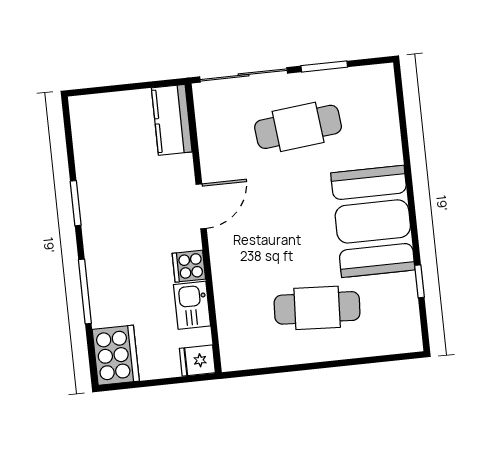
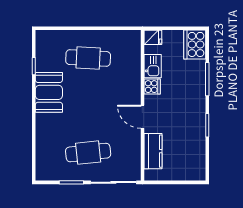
kitchen counter: (172, 120) -> (153, 151), moved
door: (201, 206) -> (142, 117), hinge flipped
booth: (373, 221) -> (49, 92), width x0.73, depth x0.70

